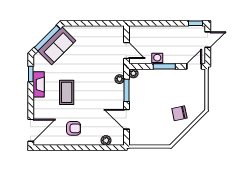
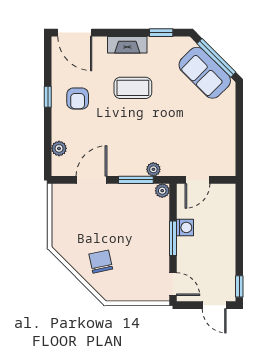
fireplace: (39, 84) -> (127, 45), moved
window: (72, 148) -> (48, 97), added

